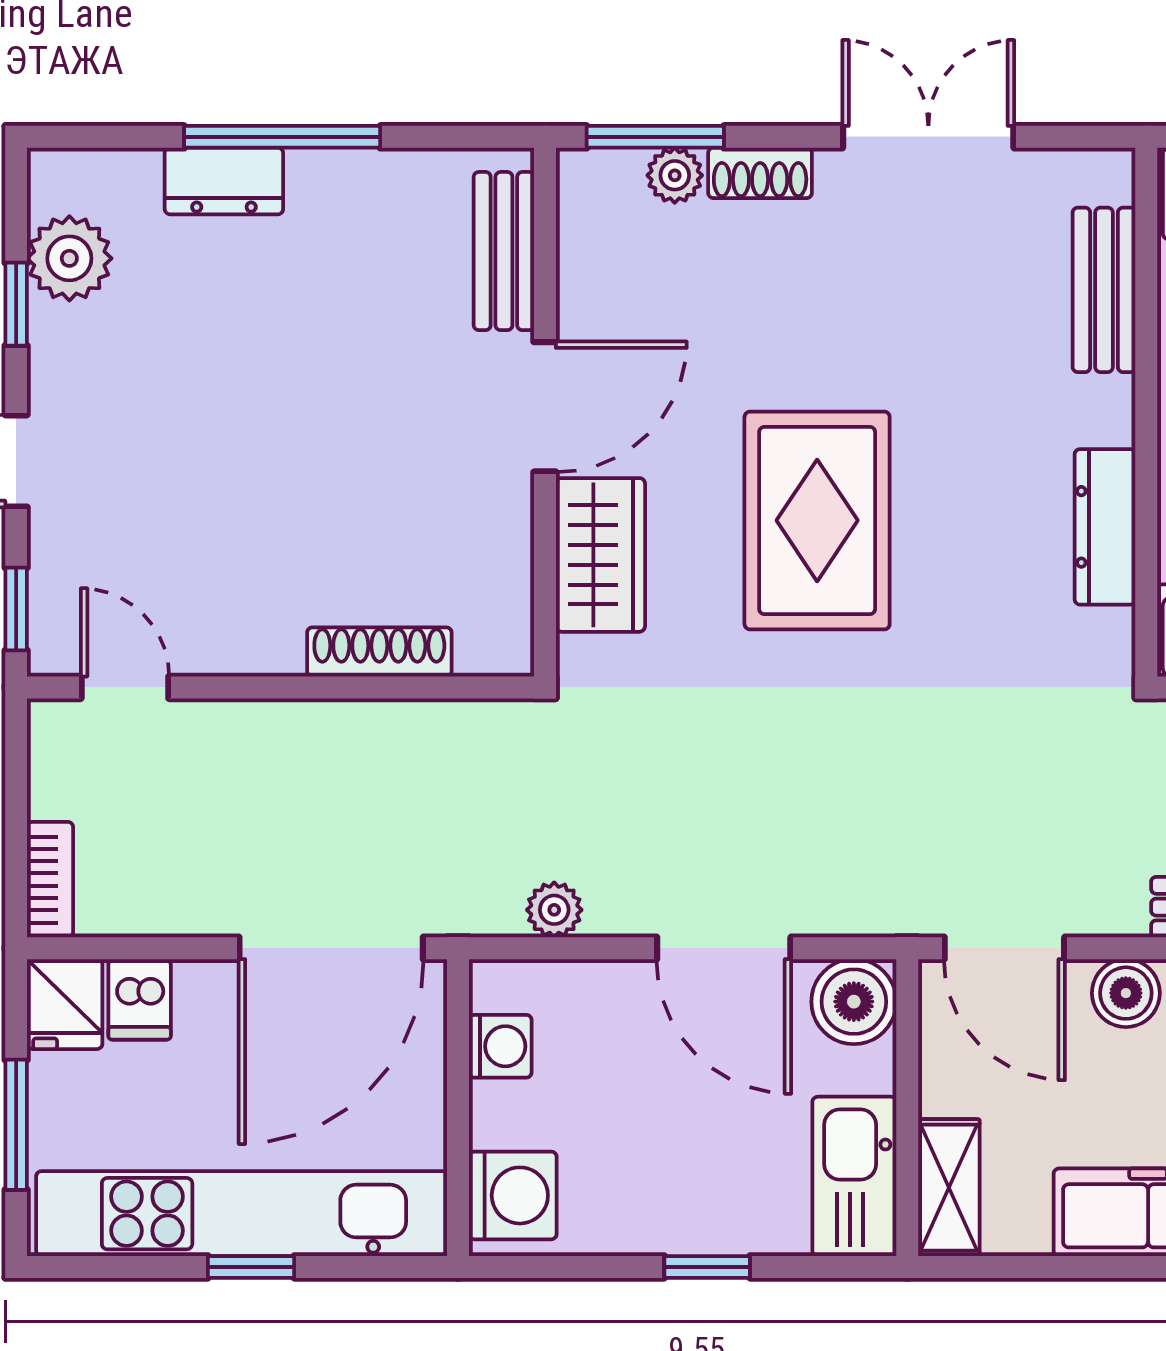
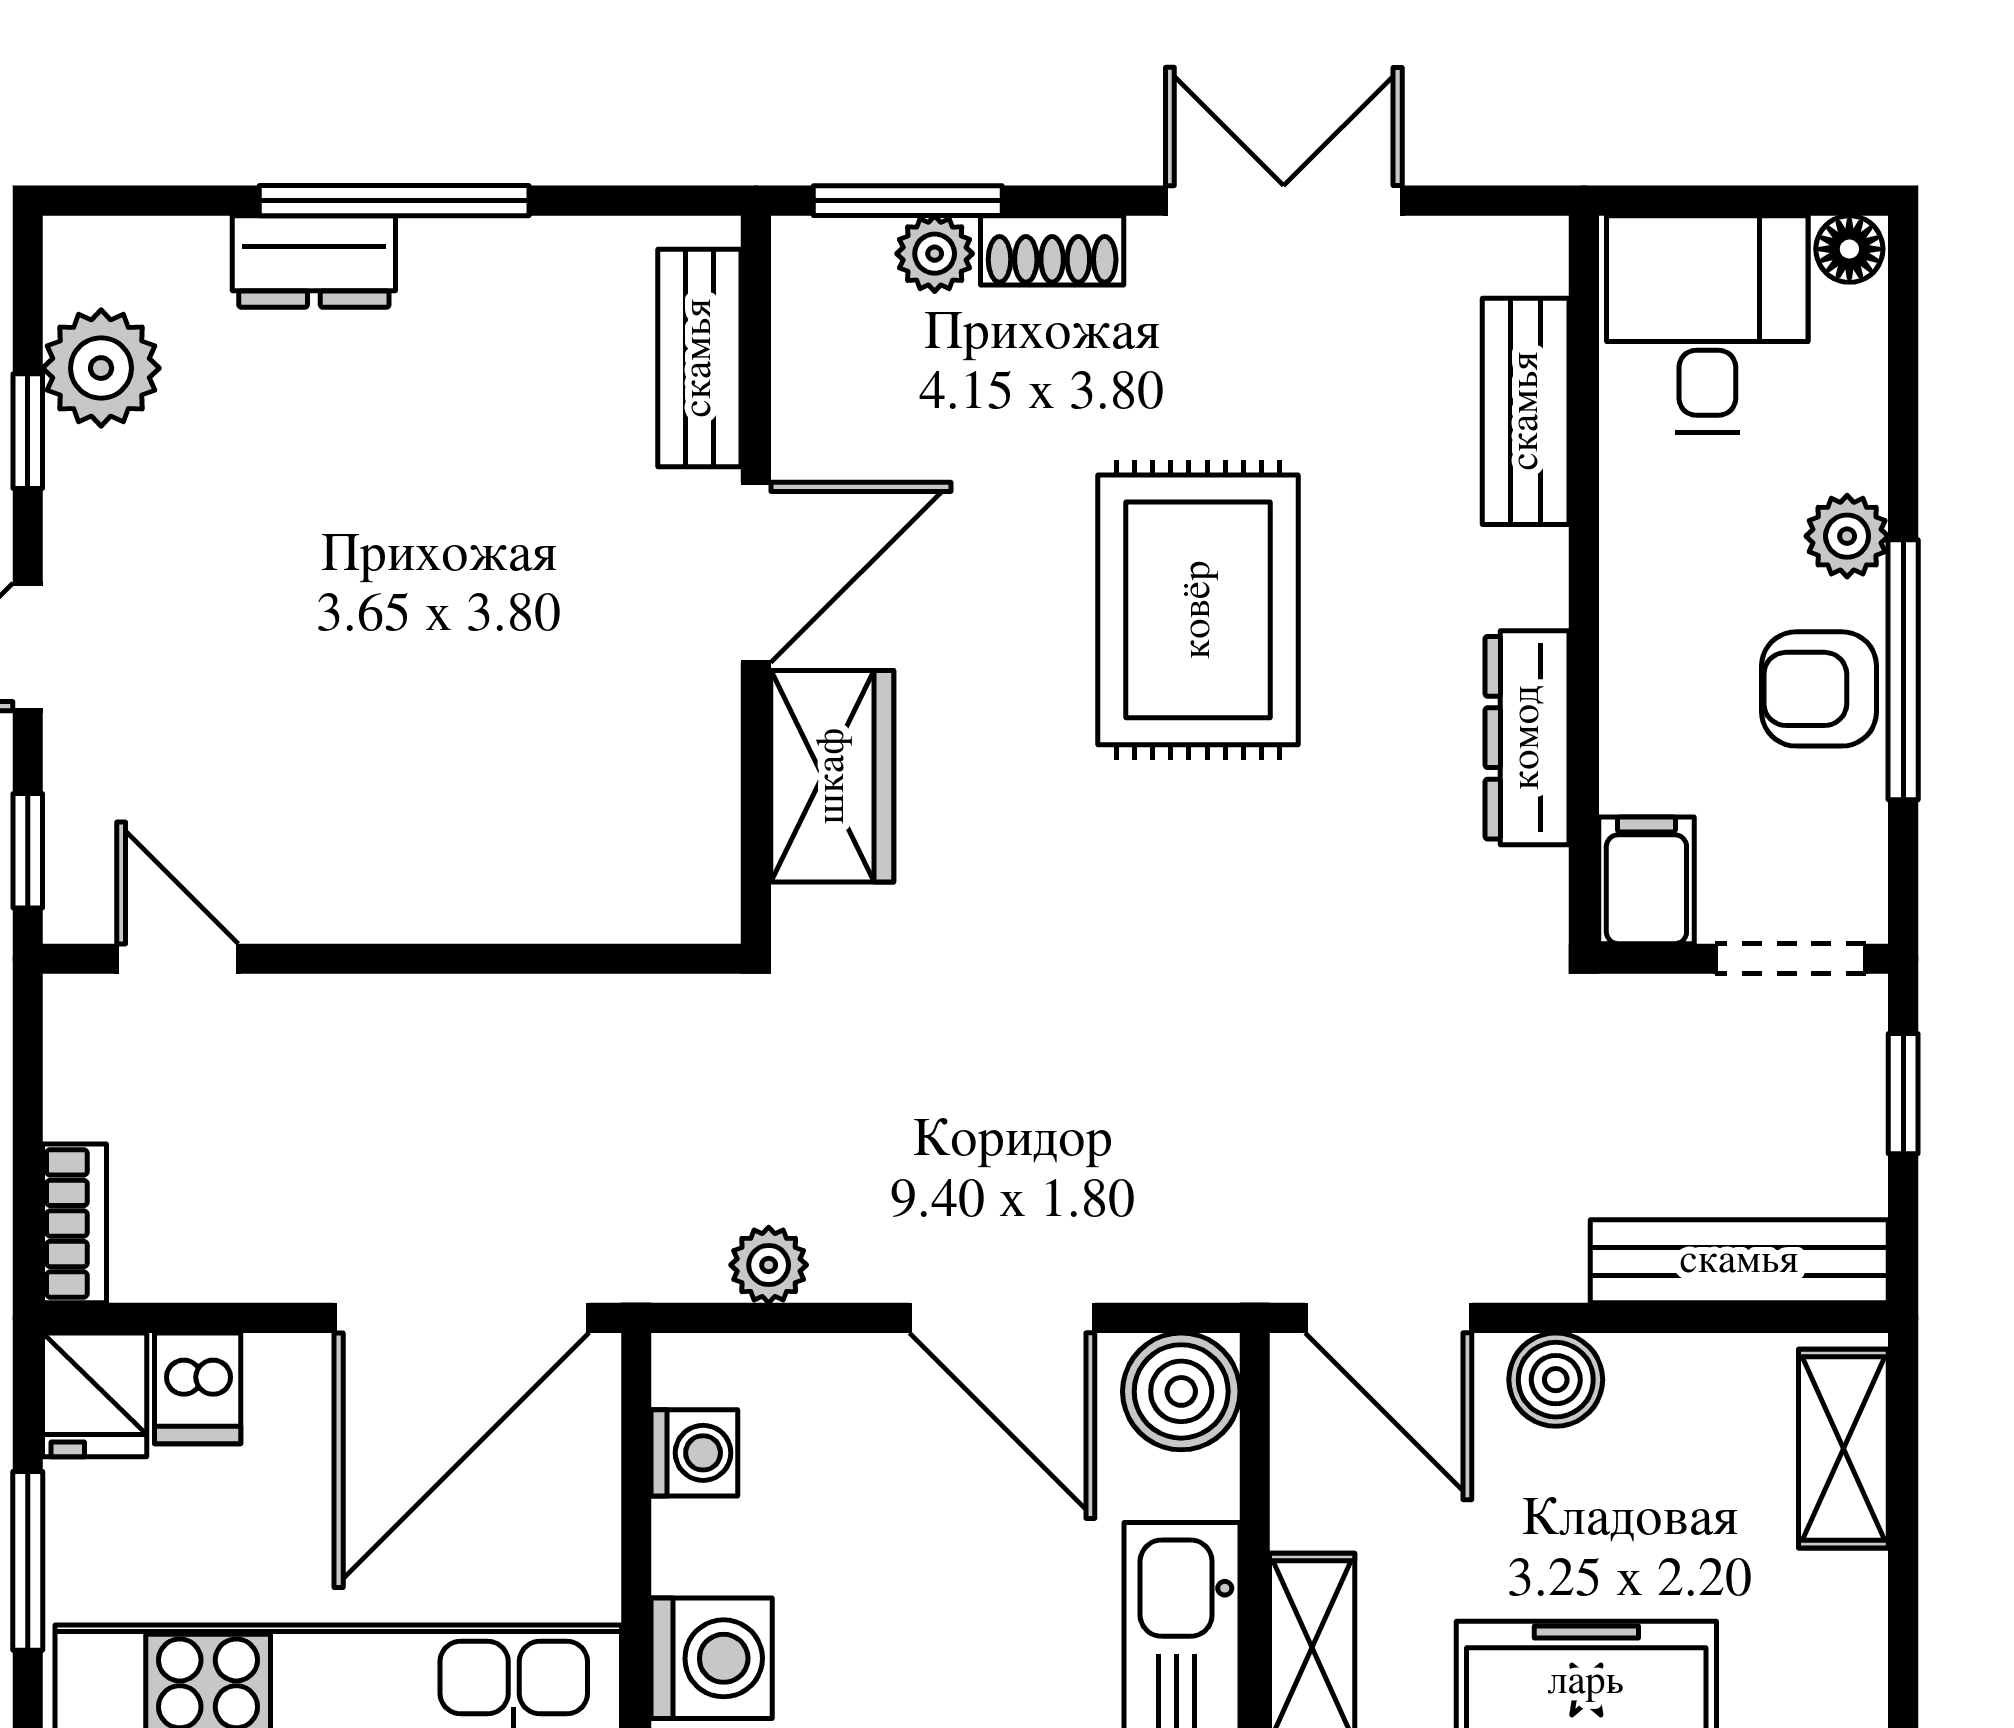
rug: (817, 520) -> (1198, 610), moved
shoe rack: (379, 652) -> (528, 910), removed

